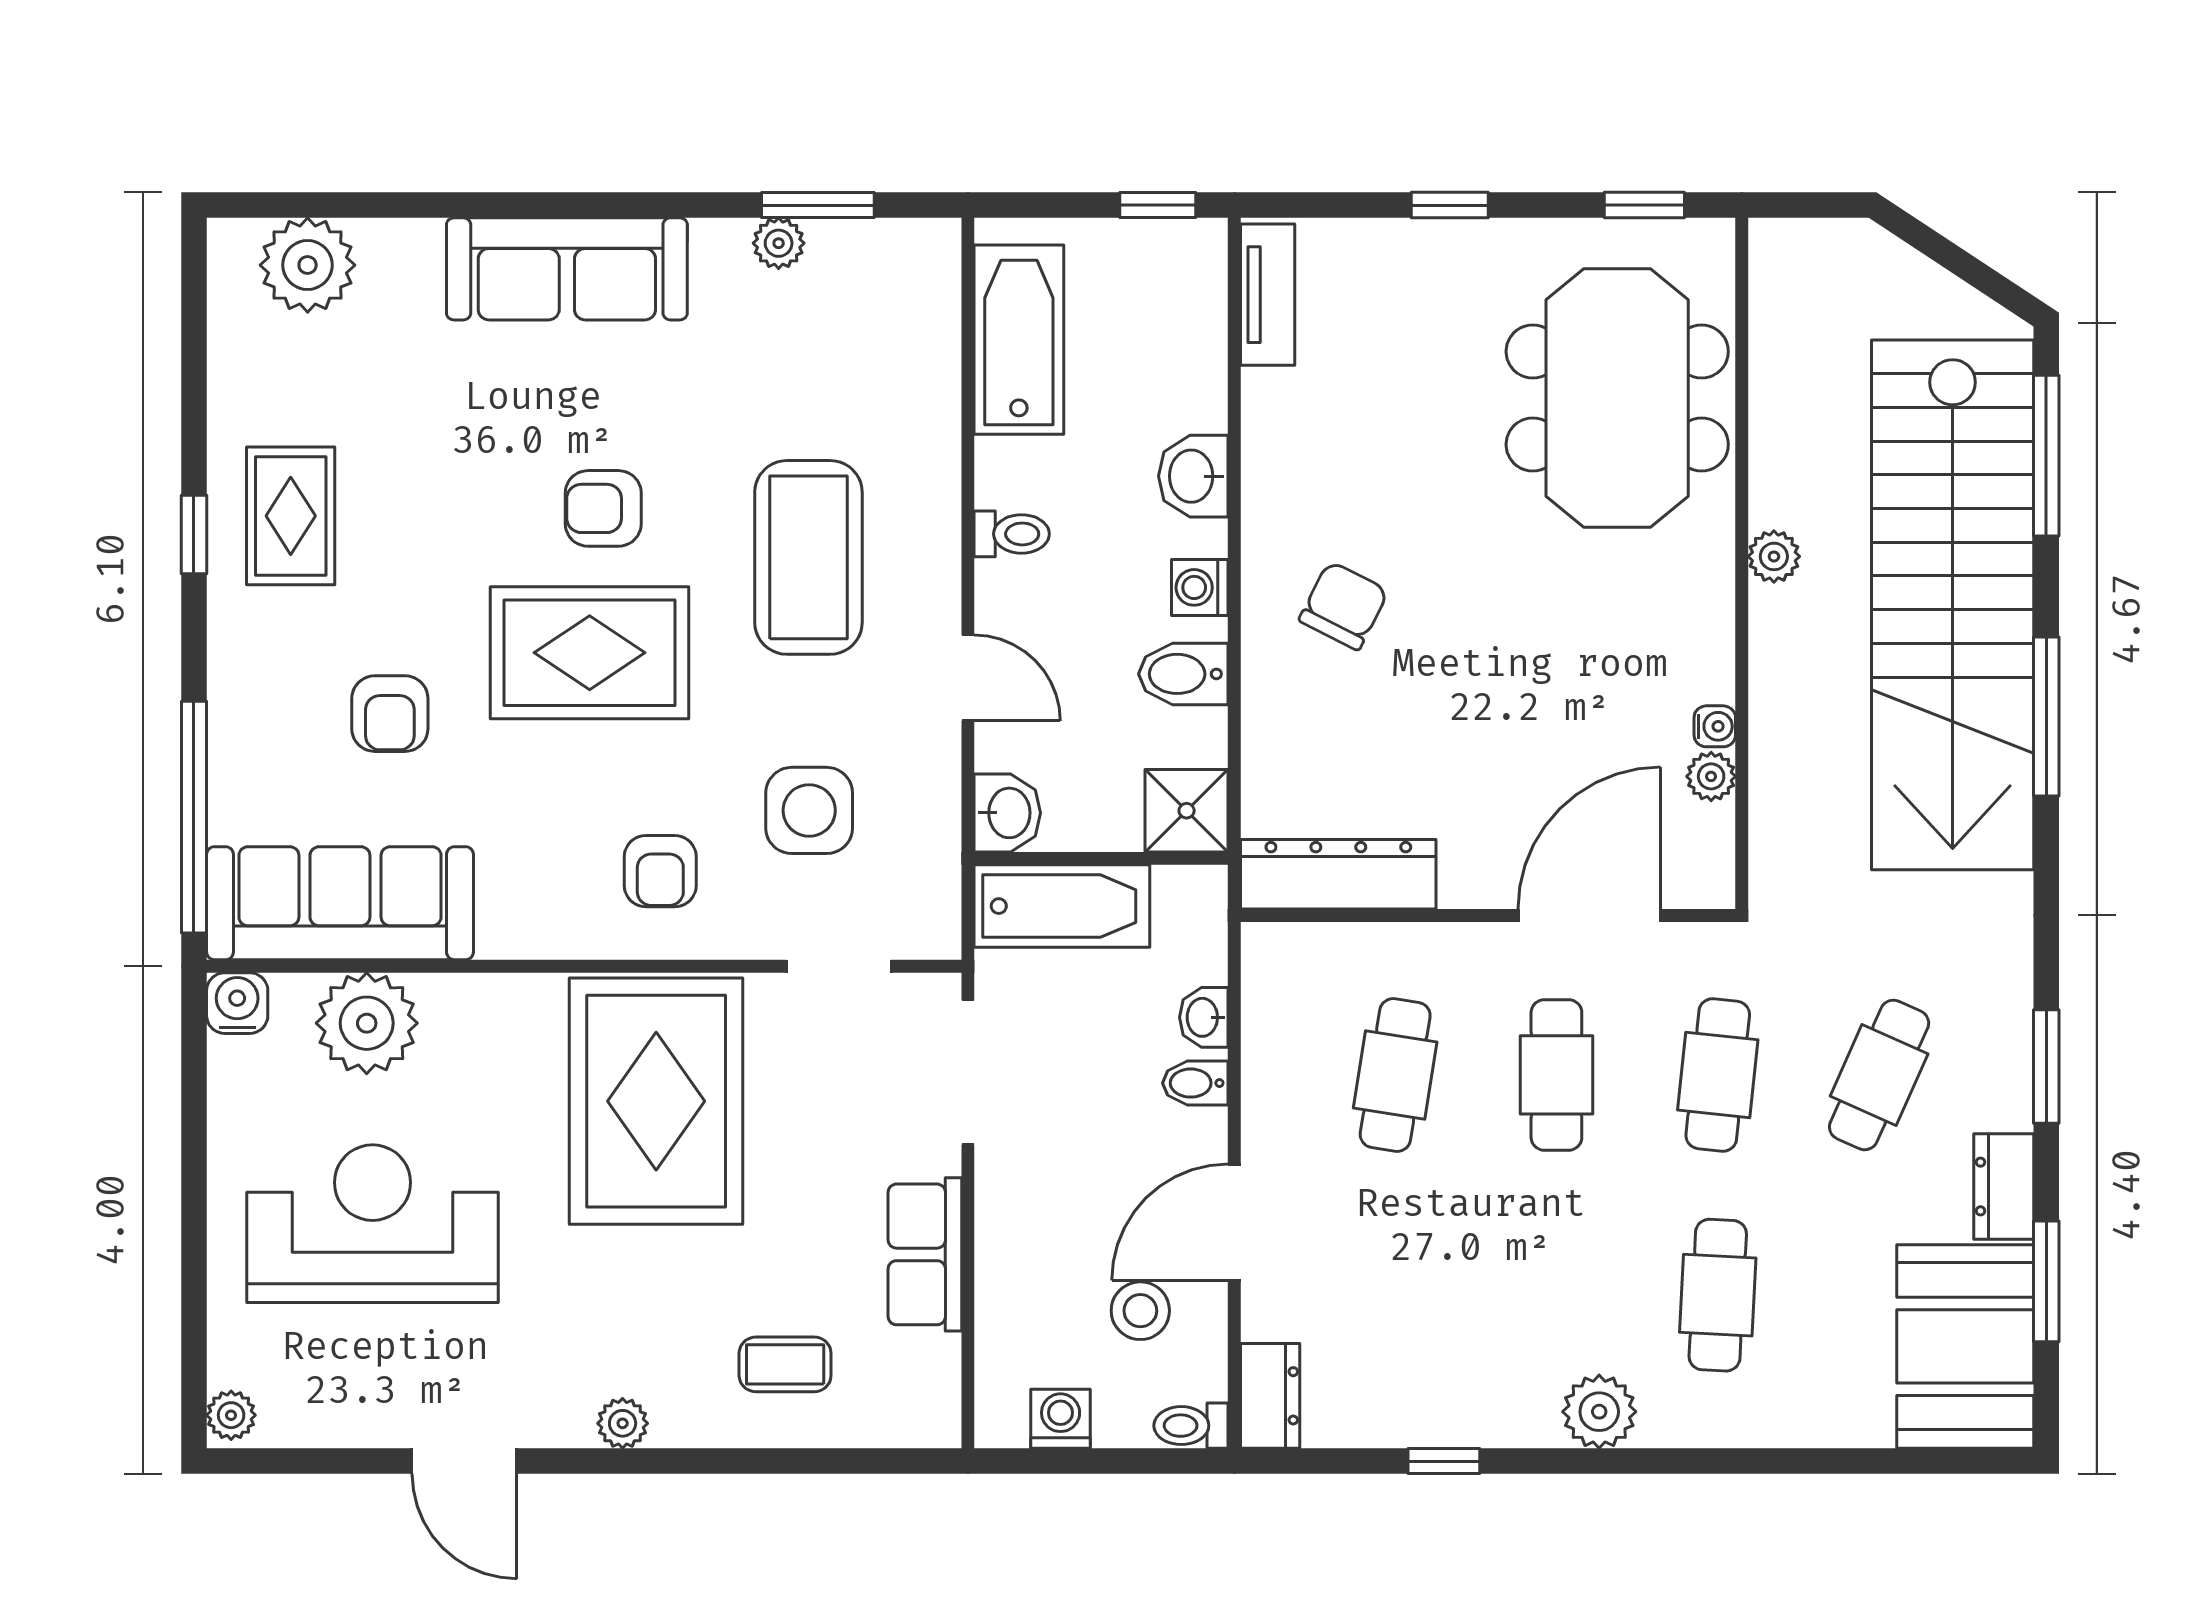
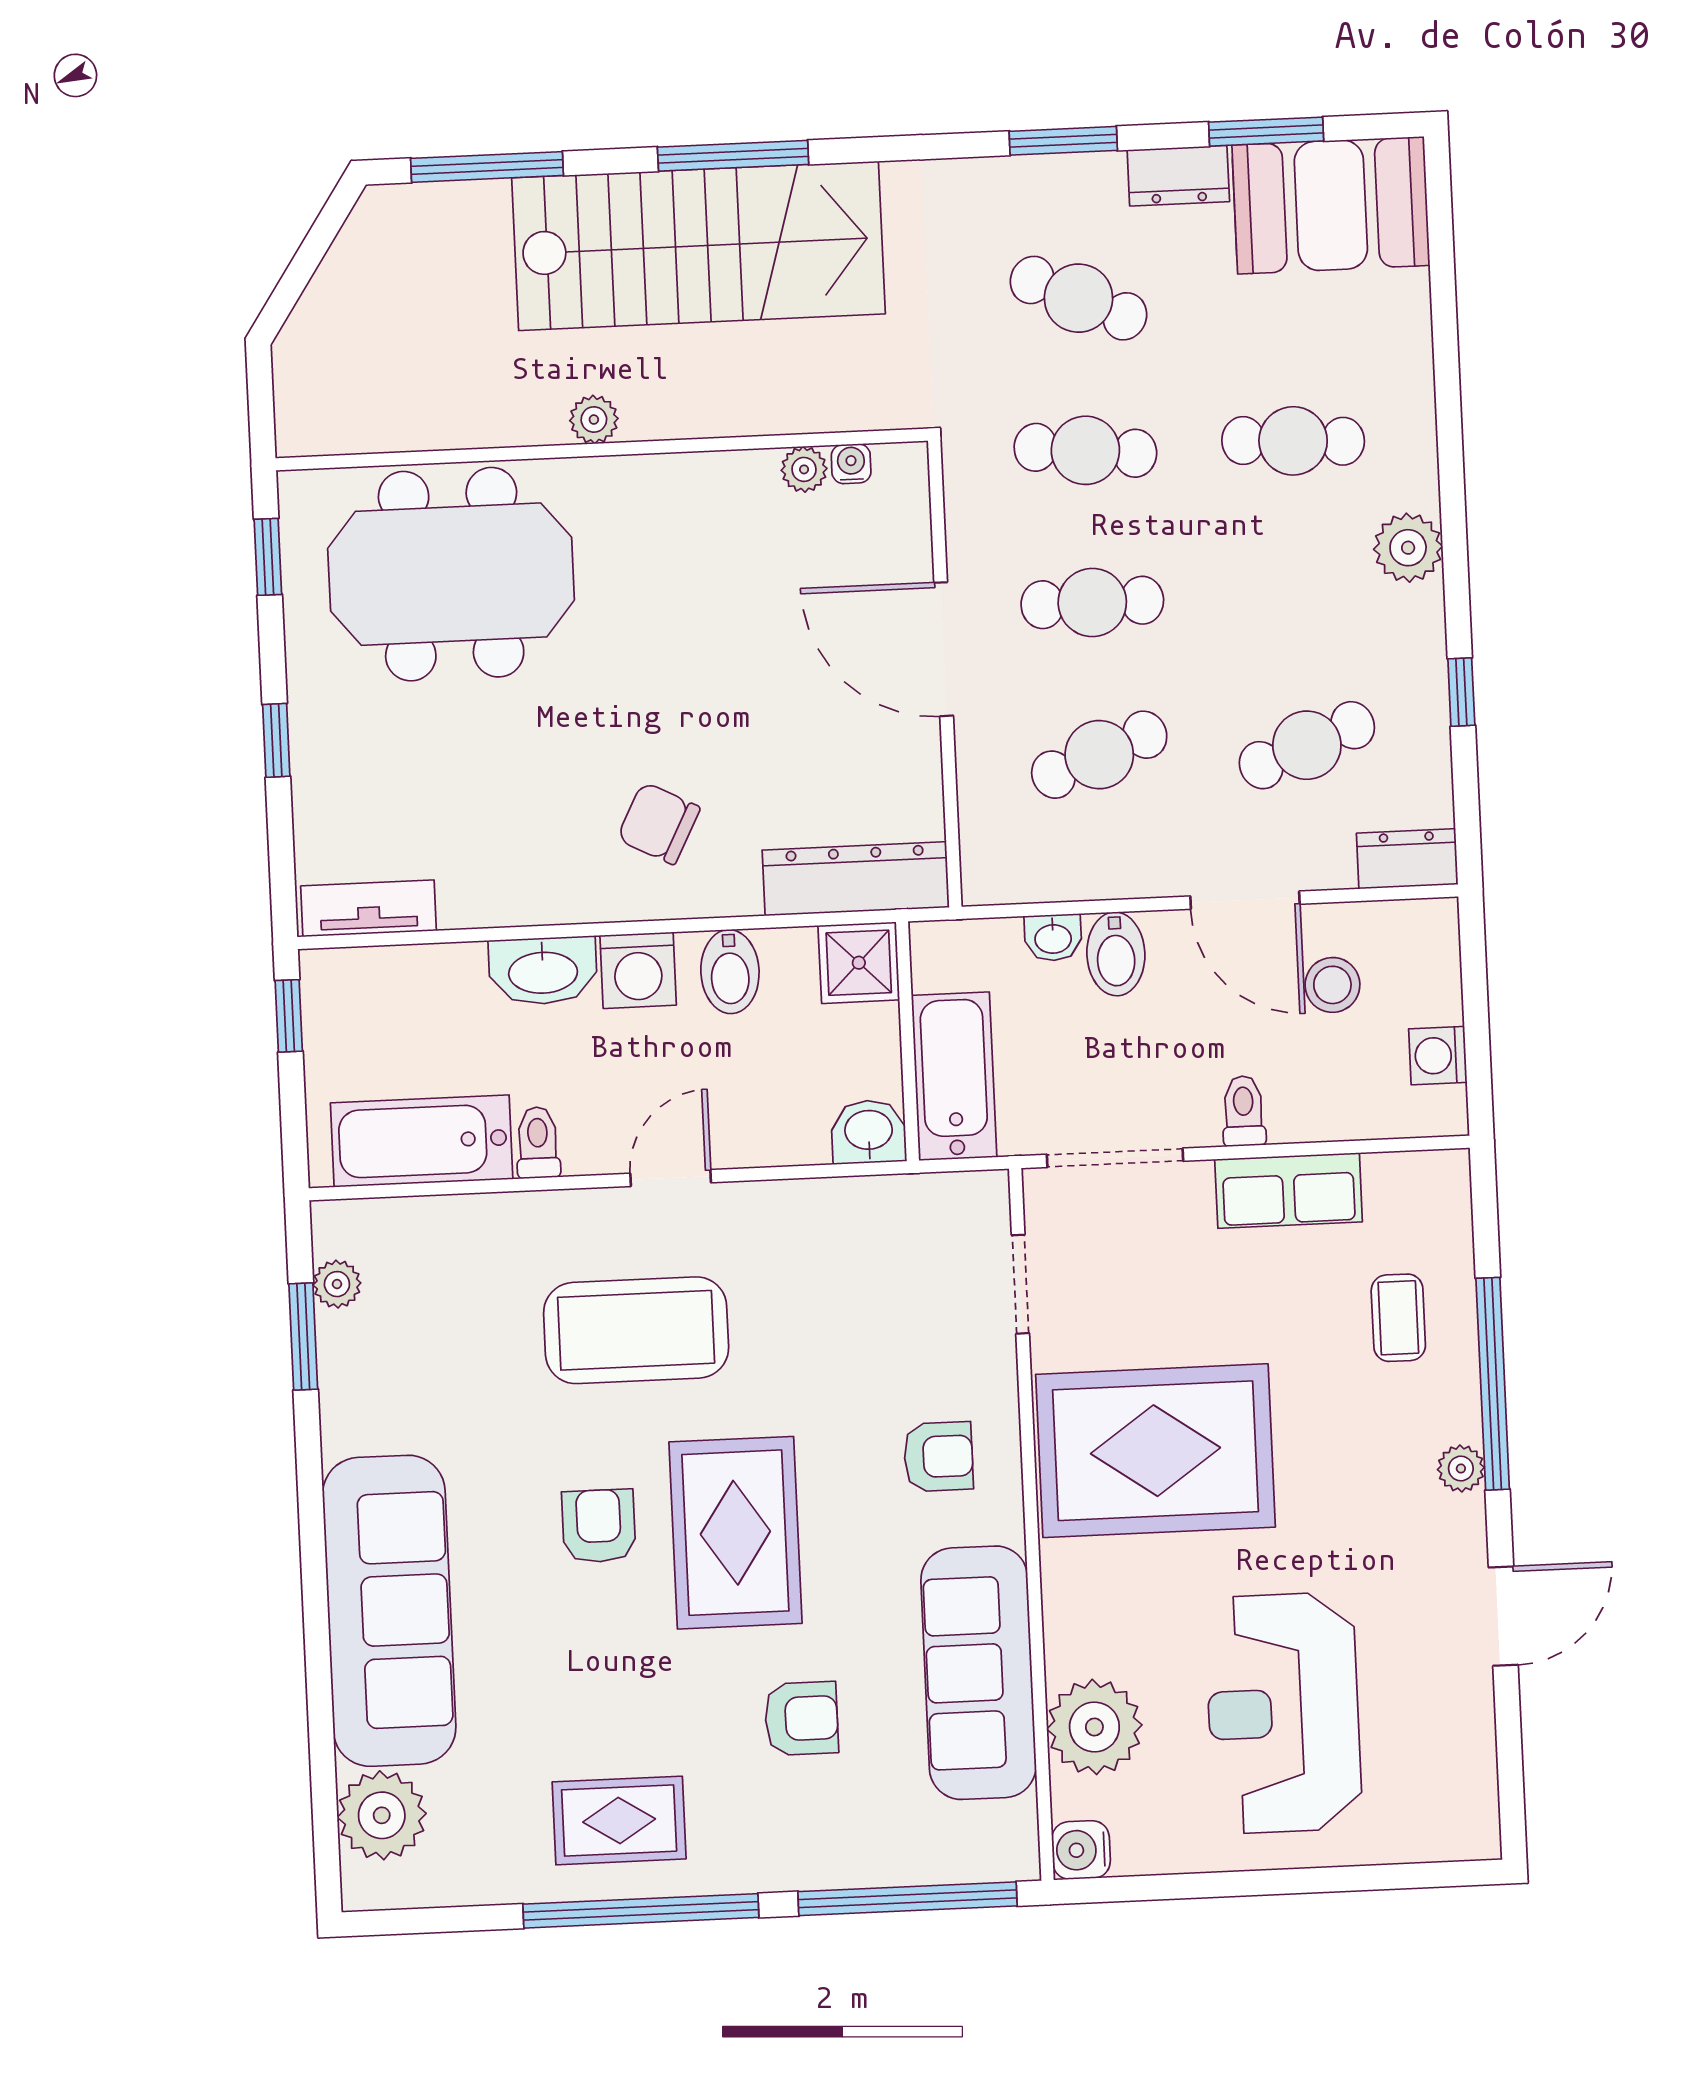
plant: (779, 243) -> (337, 1284), moved
sofa: (567, 269) -> (389, 1611), width x1.36, depth x1.27
washbasin: (1193, 476) -> (543, 971), width x1.38
armchair: (603, 508) -> (599, 1526), turned 180
toilet: (1012, 534) -> (538, 1143), moved
window: (194, 535) -> (641, 1911), width x3.17
washing machine: (1200, 587) -> (638, 970), width x1.38, depth x1.38
stairs: (1953, 605) -> (698, 246), width x0.73
door: (968, 678) -> (671, 1178), moved
water cooler: (1715, 726) -> (851, 464), moved
side table: (809, 810) -> (875, 1319), removed
dresser: (1338, 874) -> (856, 879), moved, turned 90
sofa: (340, 903) -> (979, 1673), moved
door: (1589, 915) -> (944, 649), moved
cafe table: (1395, 1075) -> (1099, 755), turned -30
bidet: (1195, 1083) -> (1116, 954), width x1.38, depth x1.36
cafe table: (1395, 1295) -> (1307, 745), added
plant: (231, 1415) -> (1470, 1838), removed
toilet: (1191, 1426) -> (1244, 1111), moved, turned 180
window: (711, 1461) -> (1493, 1384), added

